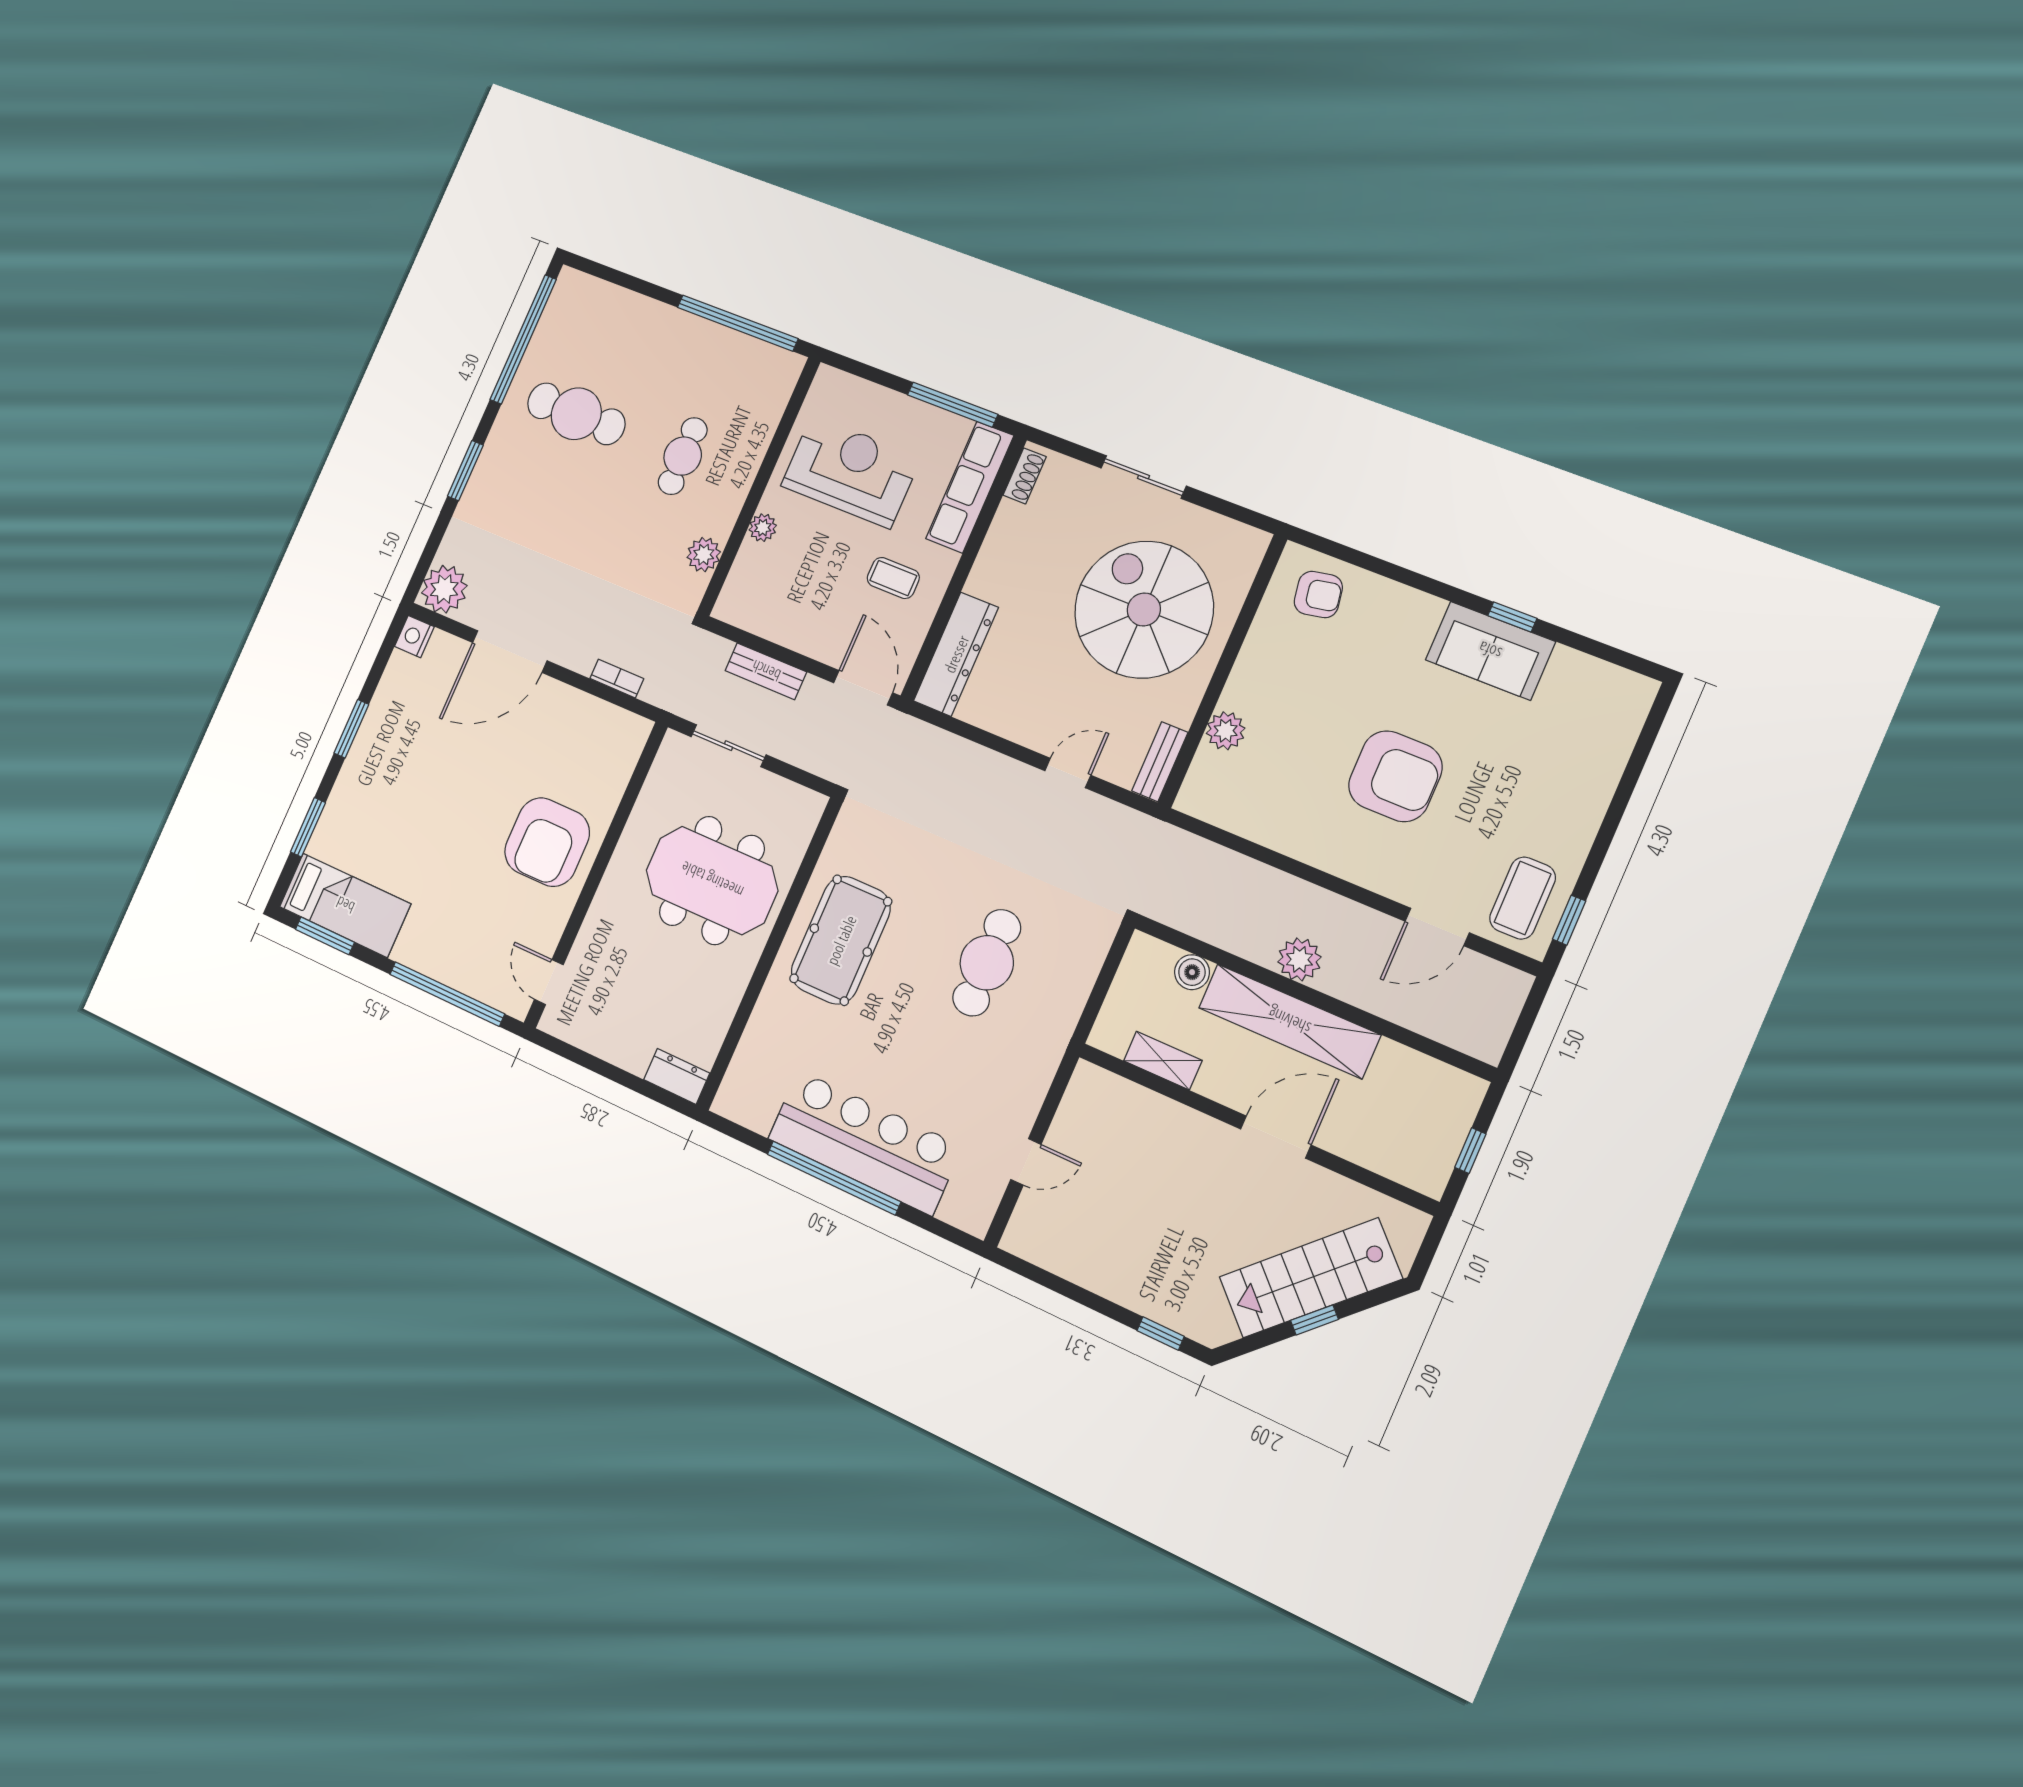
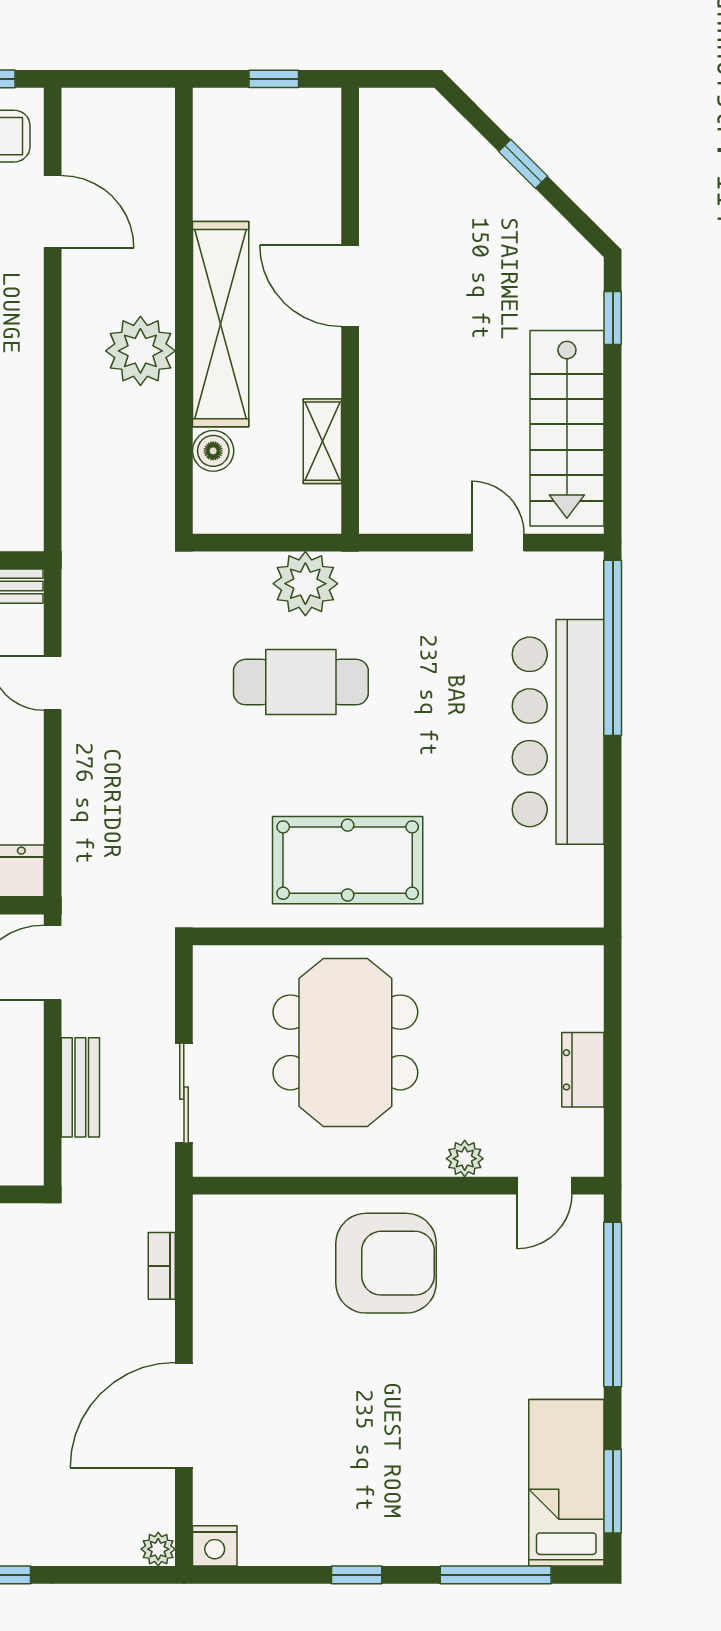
plant: (444, 589) -> (158, 1549), width x0.53, depth x0.53
door: (510, 652) -> (184, 1415), swing flipped
window: (351, 729) -> (357, 1575), width x0.67
window: (308, 827) -> (496, 1575), width x1.44
plant: (593, 932) -> (465, 1159), added
plant: (1299, 959) -> (140, 351), width x1.36, depth x1.36
plant: (1059, 999) -> (305, 584), added
dresser: (677, 1076) -> (583, 1070), moved
window: (834, 1178) -> (613, 648), moved
stairs: (1310, 1278) -> (567, 428), moved, turned 45

